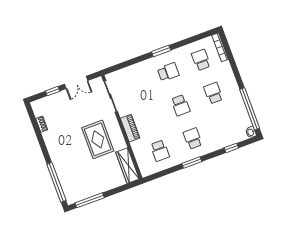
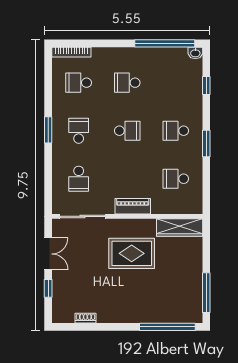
school desk: (135, 84) -> (79, 179), added
school desk: (160, 151) -> (176, 179), turned 180

